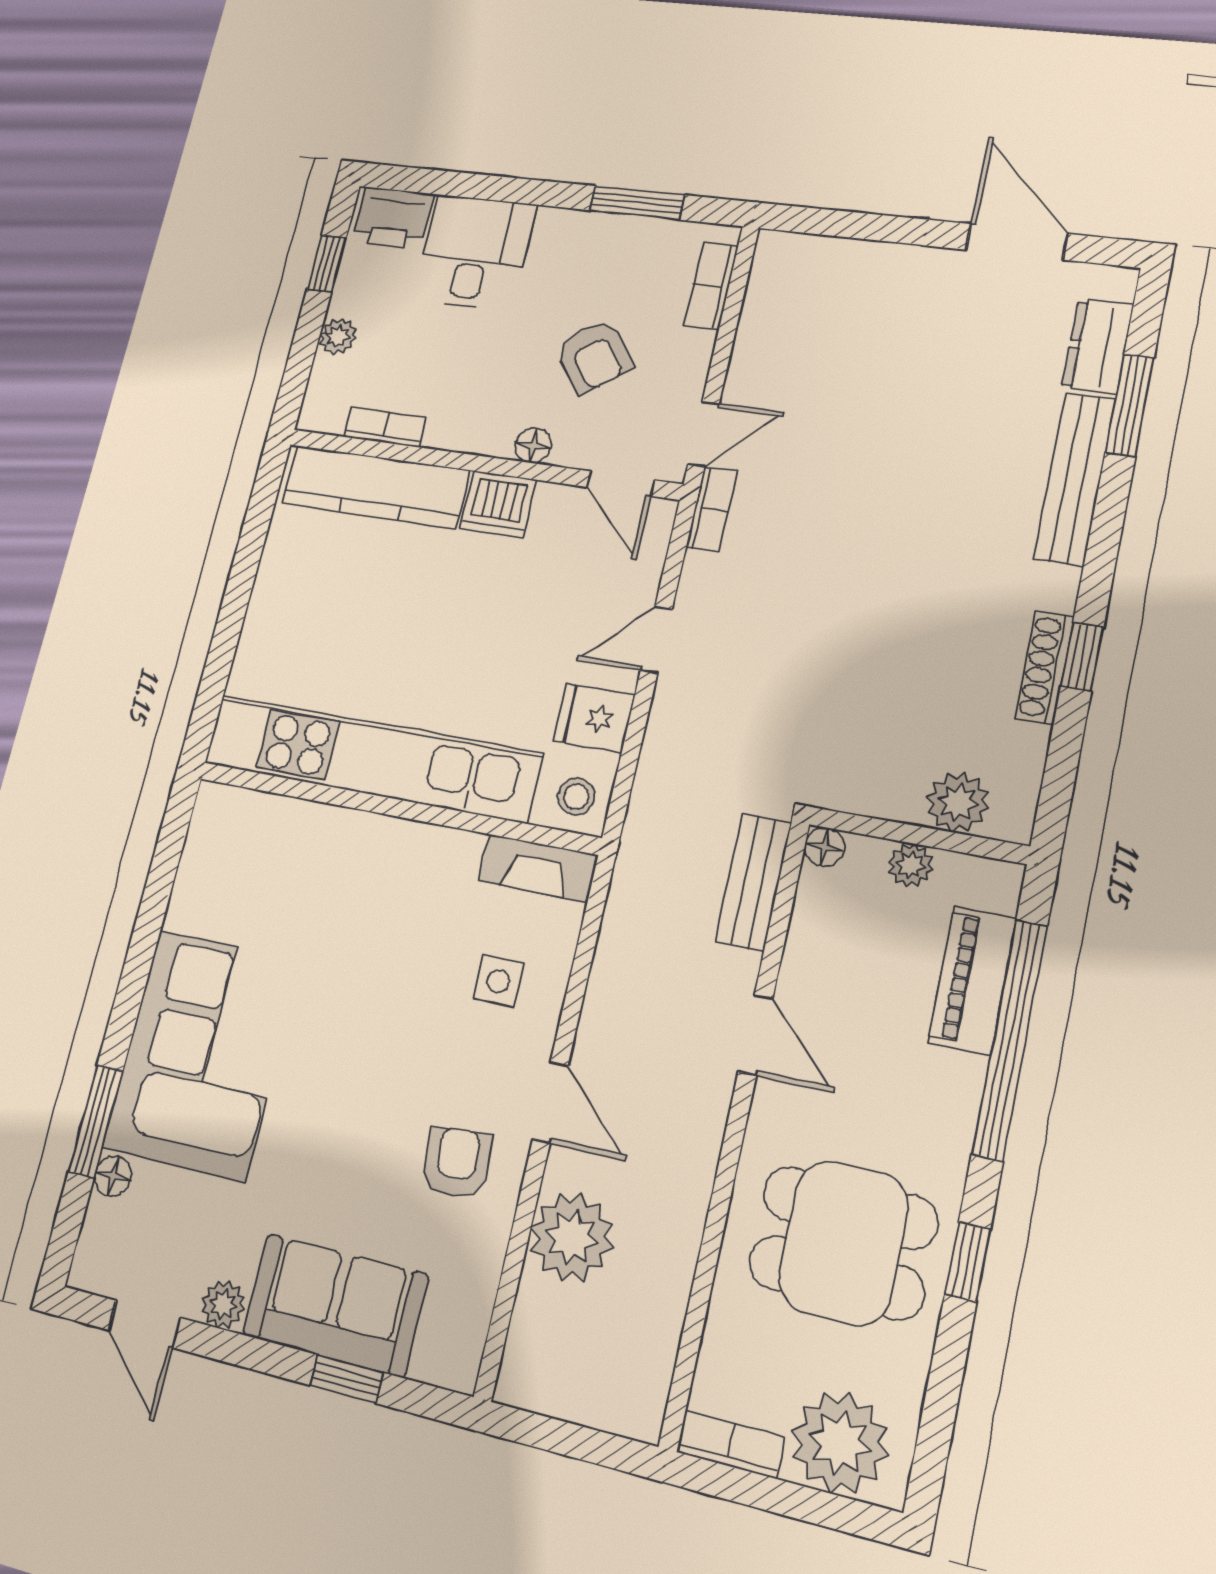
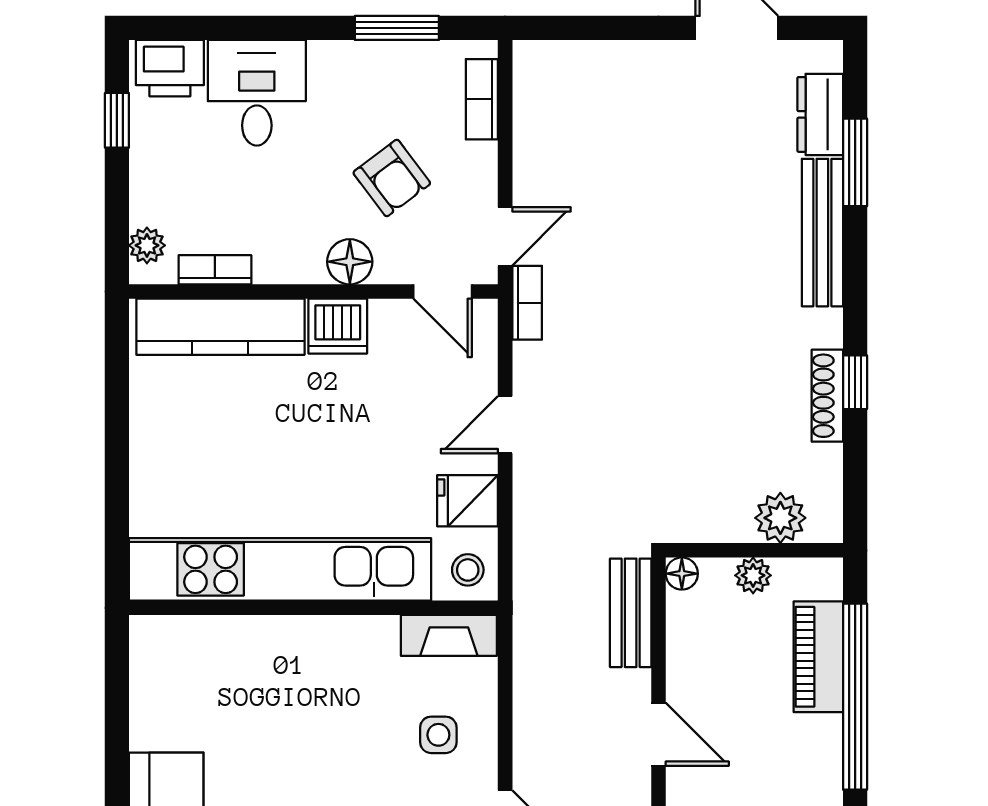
plant: (338, 336) -> (147, 245), moved
floor lamp: (533, 445) -> (350, 262), width x1.37, depth x1.37

